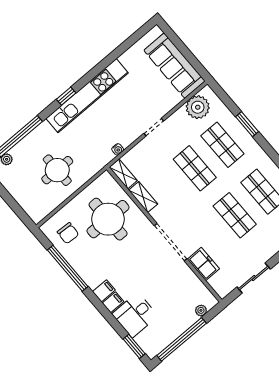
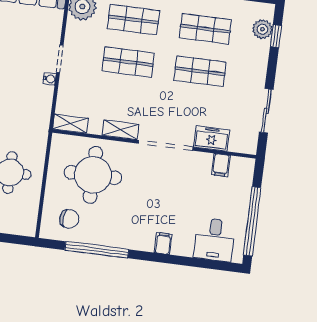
water cooler: (118, 149) -> (50, 79), moved
shelving: (143, 197) -> (121, 130), moved
filing cabinet: (104, 291) -> (221, 165), moved, turned 180
plant: (201, 310) -> (246, 181), removed
desk: (135, 315) -> (214, 240), moved
window: (134, 346) -> (216, 265), removed

